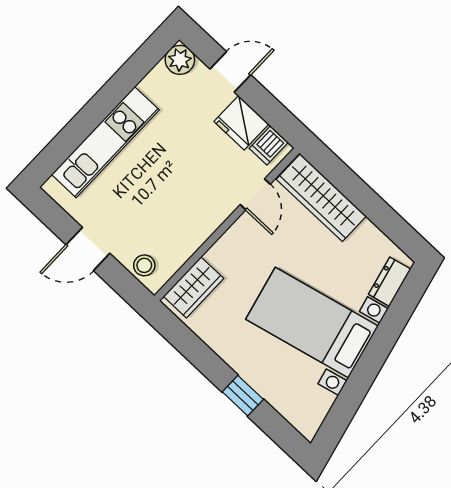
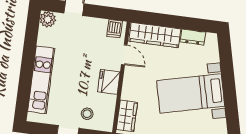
fridge: (241, 123) -> (109, 82), moved, turned 90
stool: (144, 265) -> (87, 114), moved
dresser: (390, 282) -> (193, 37), moved, turned -76

